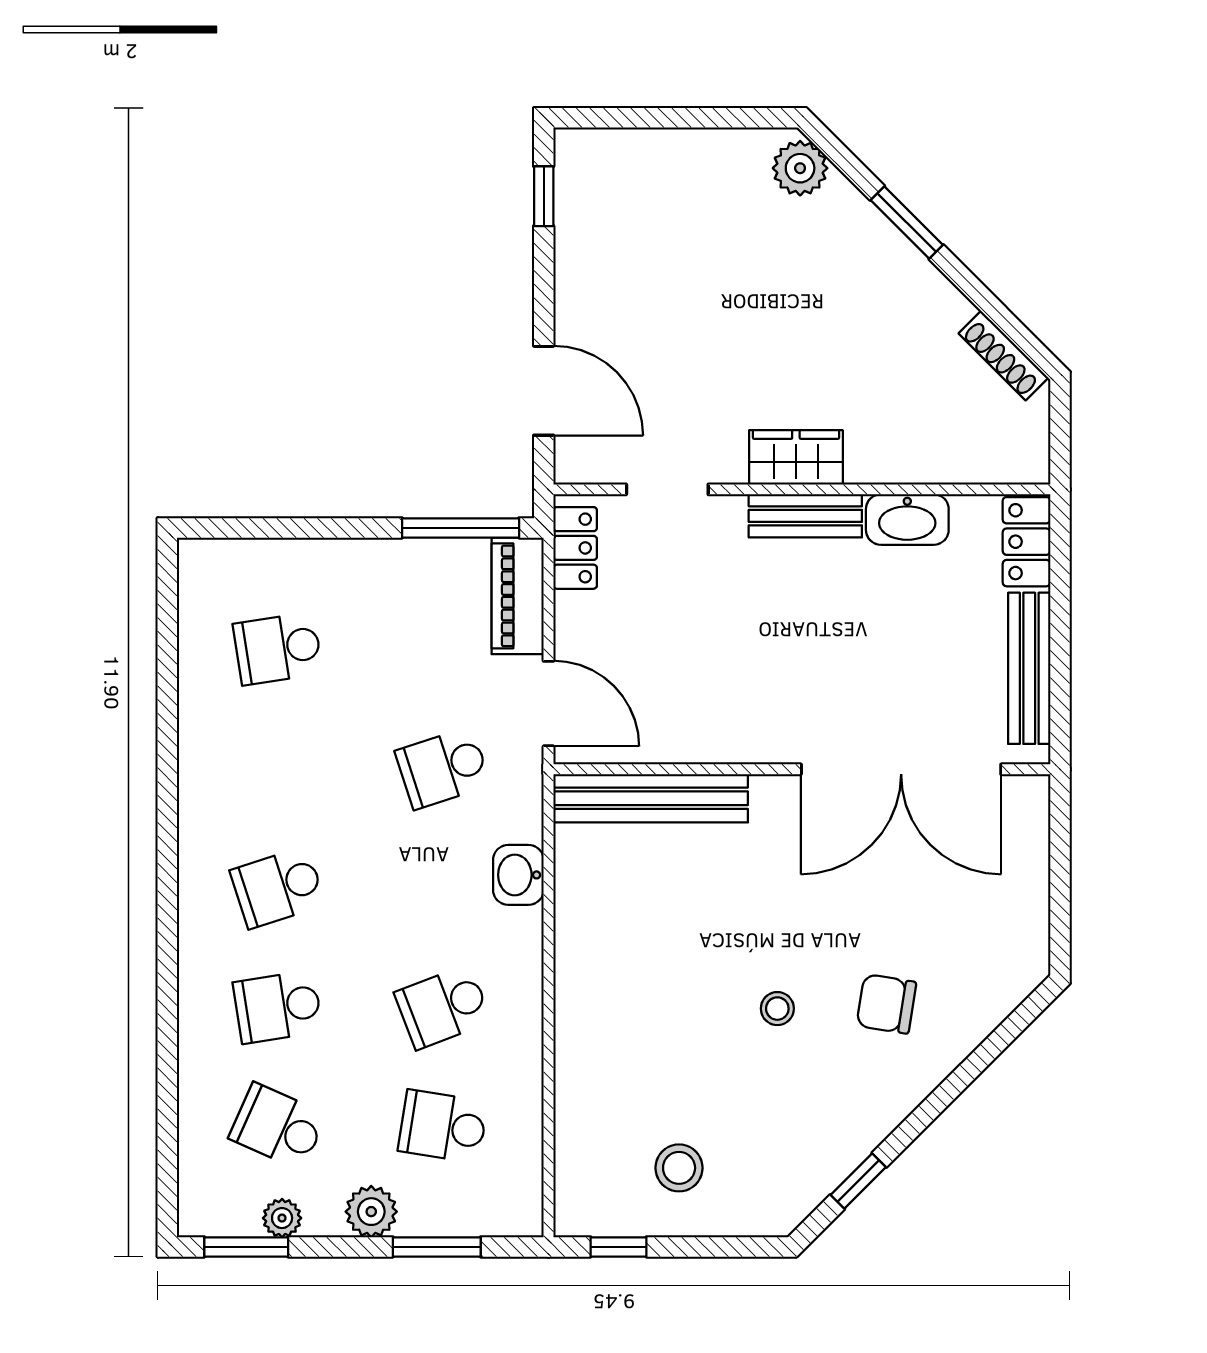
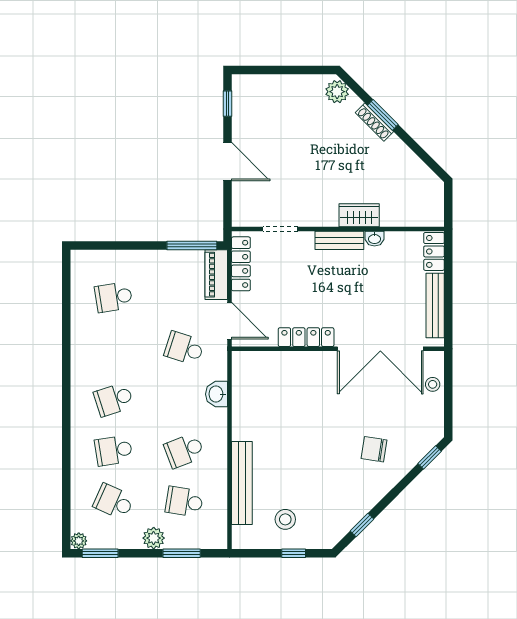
shoe rack: (1003, 356) -> (374, 122), moved
door: (544, 391) -> (227, 162), moved
wardrobe: (796, 457) -> (359, 215), moved
washbasin: (907, 520) -> (375, 239), width x0.52, depth x0.69
locker: (575, 548) -> (241, 264), width x1.53
locker: (728, 742) -> (306, 337), added
school desk: (443, 768) -> (184, 348), turned 36
bench: (651, 798) -> (242, 483), moved, turned 90
stool: (777, 1009) -> (433, 384), moved
window: (1016, 1023) -> (430, 457), added
plant: (282, 1218) -> (79, 541), moved
window: (618, 1247) -> (294, 553), moved

